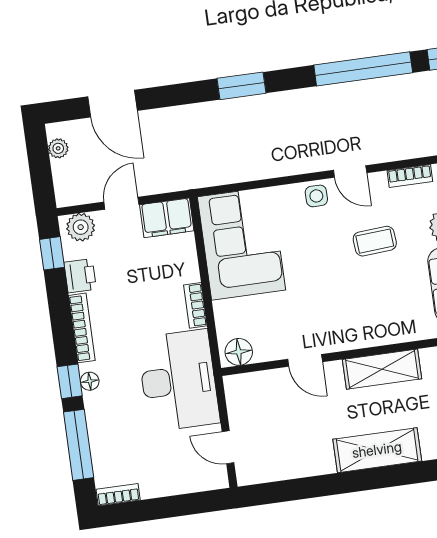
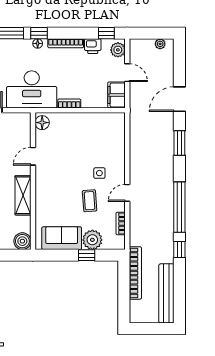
door: (113, 104) -> (179, 99), moved
side table: (316, 196) -> (99, 173), moved
corner sofa: (241, 243) -> (98, 132), removed

